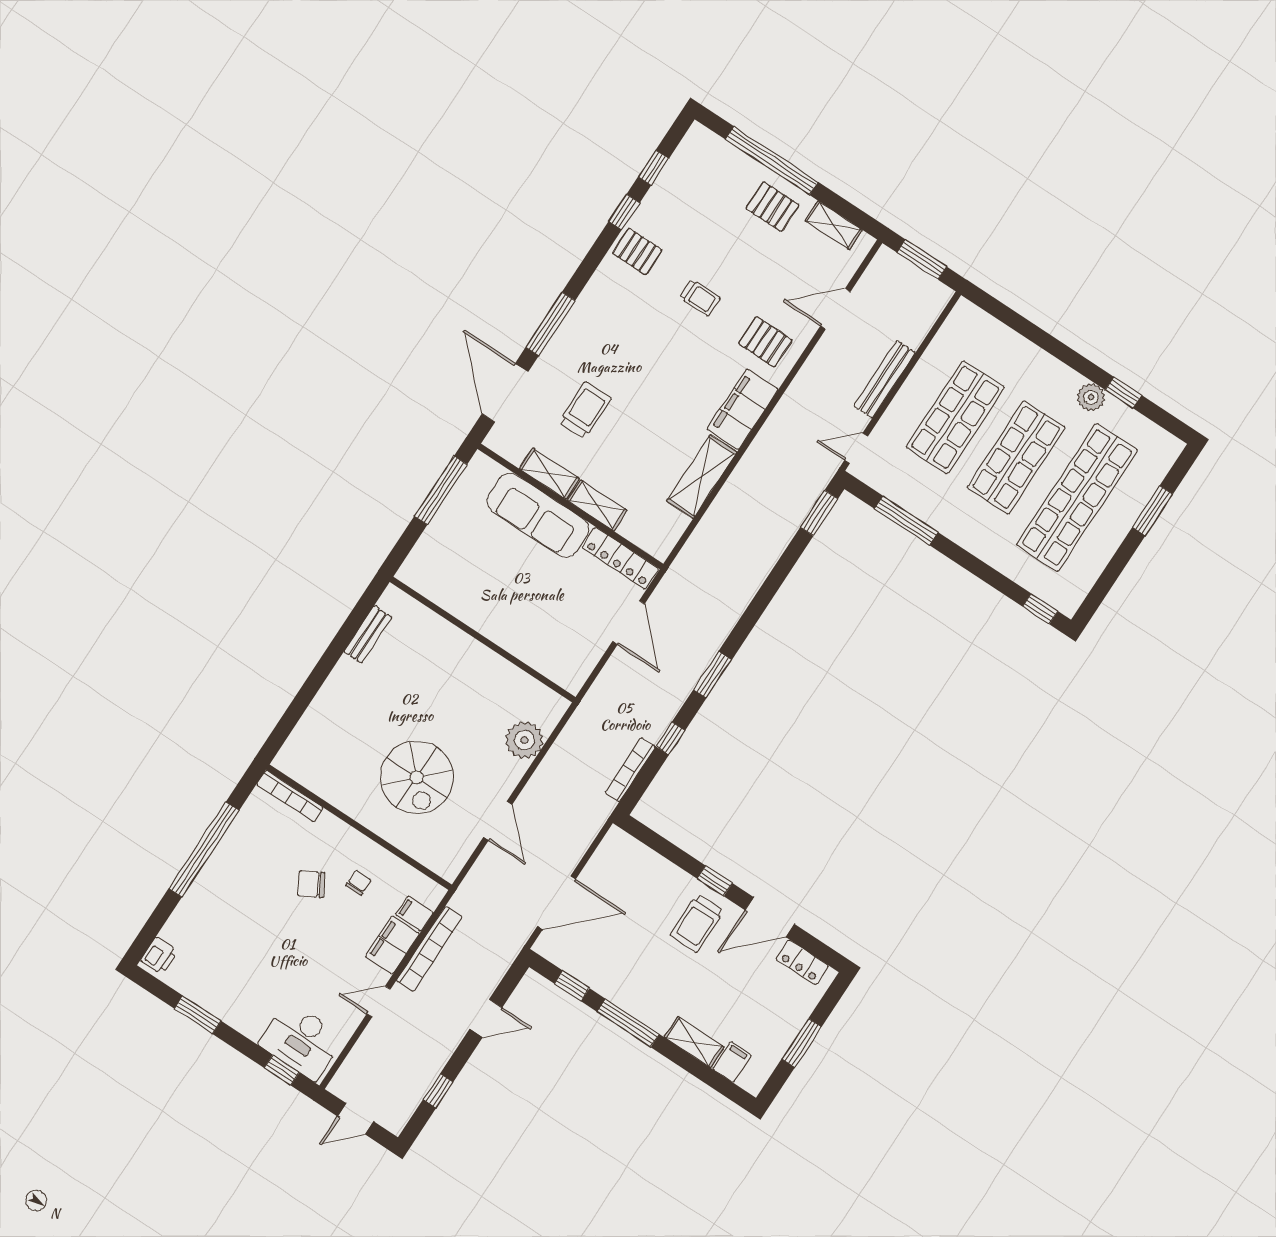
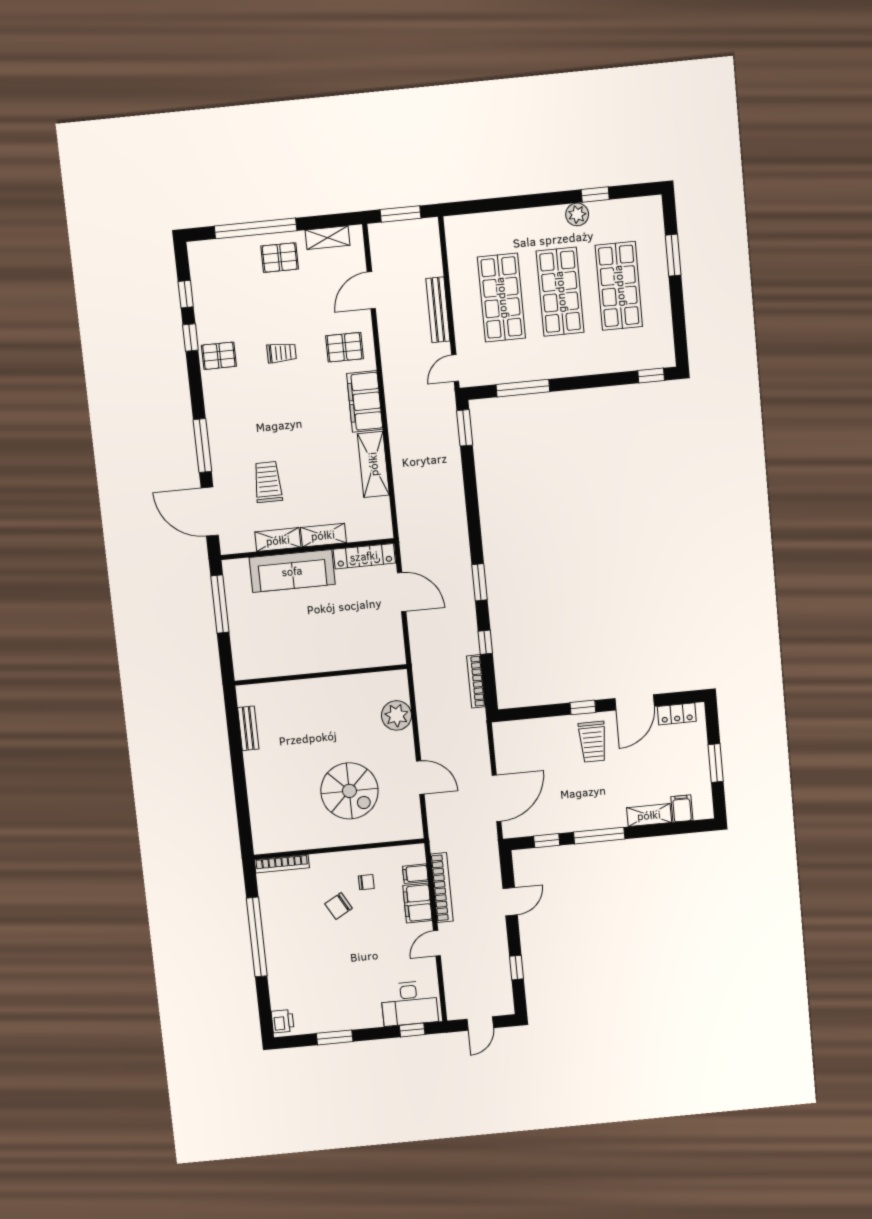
shop shelf: (1077, 498) -> (619, 286), width x0.71
chair: (359, 882) -> (366, 882), turned 90

